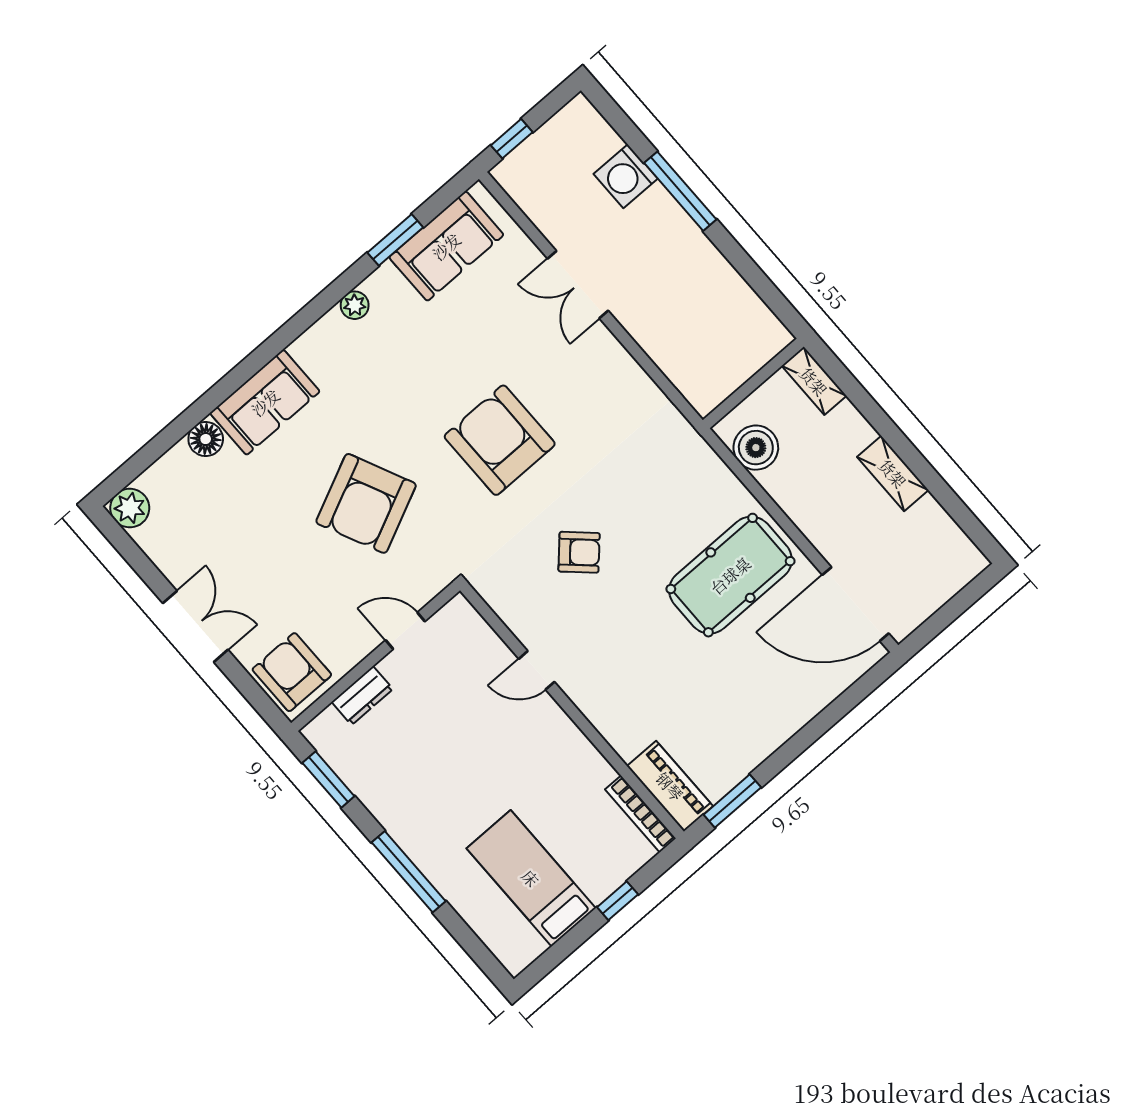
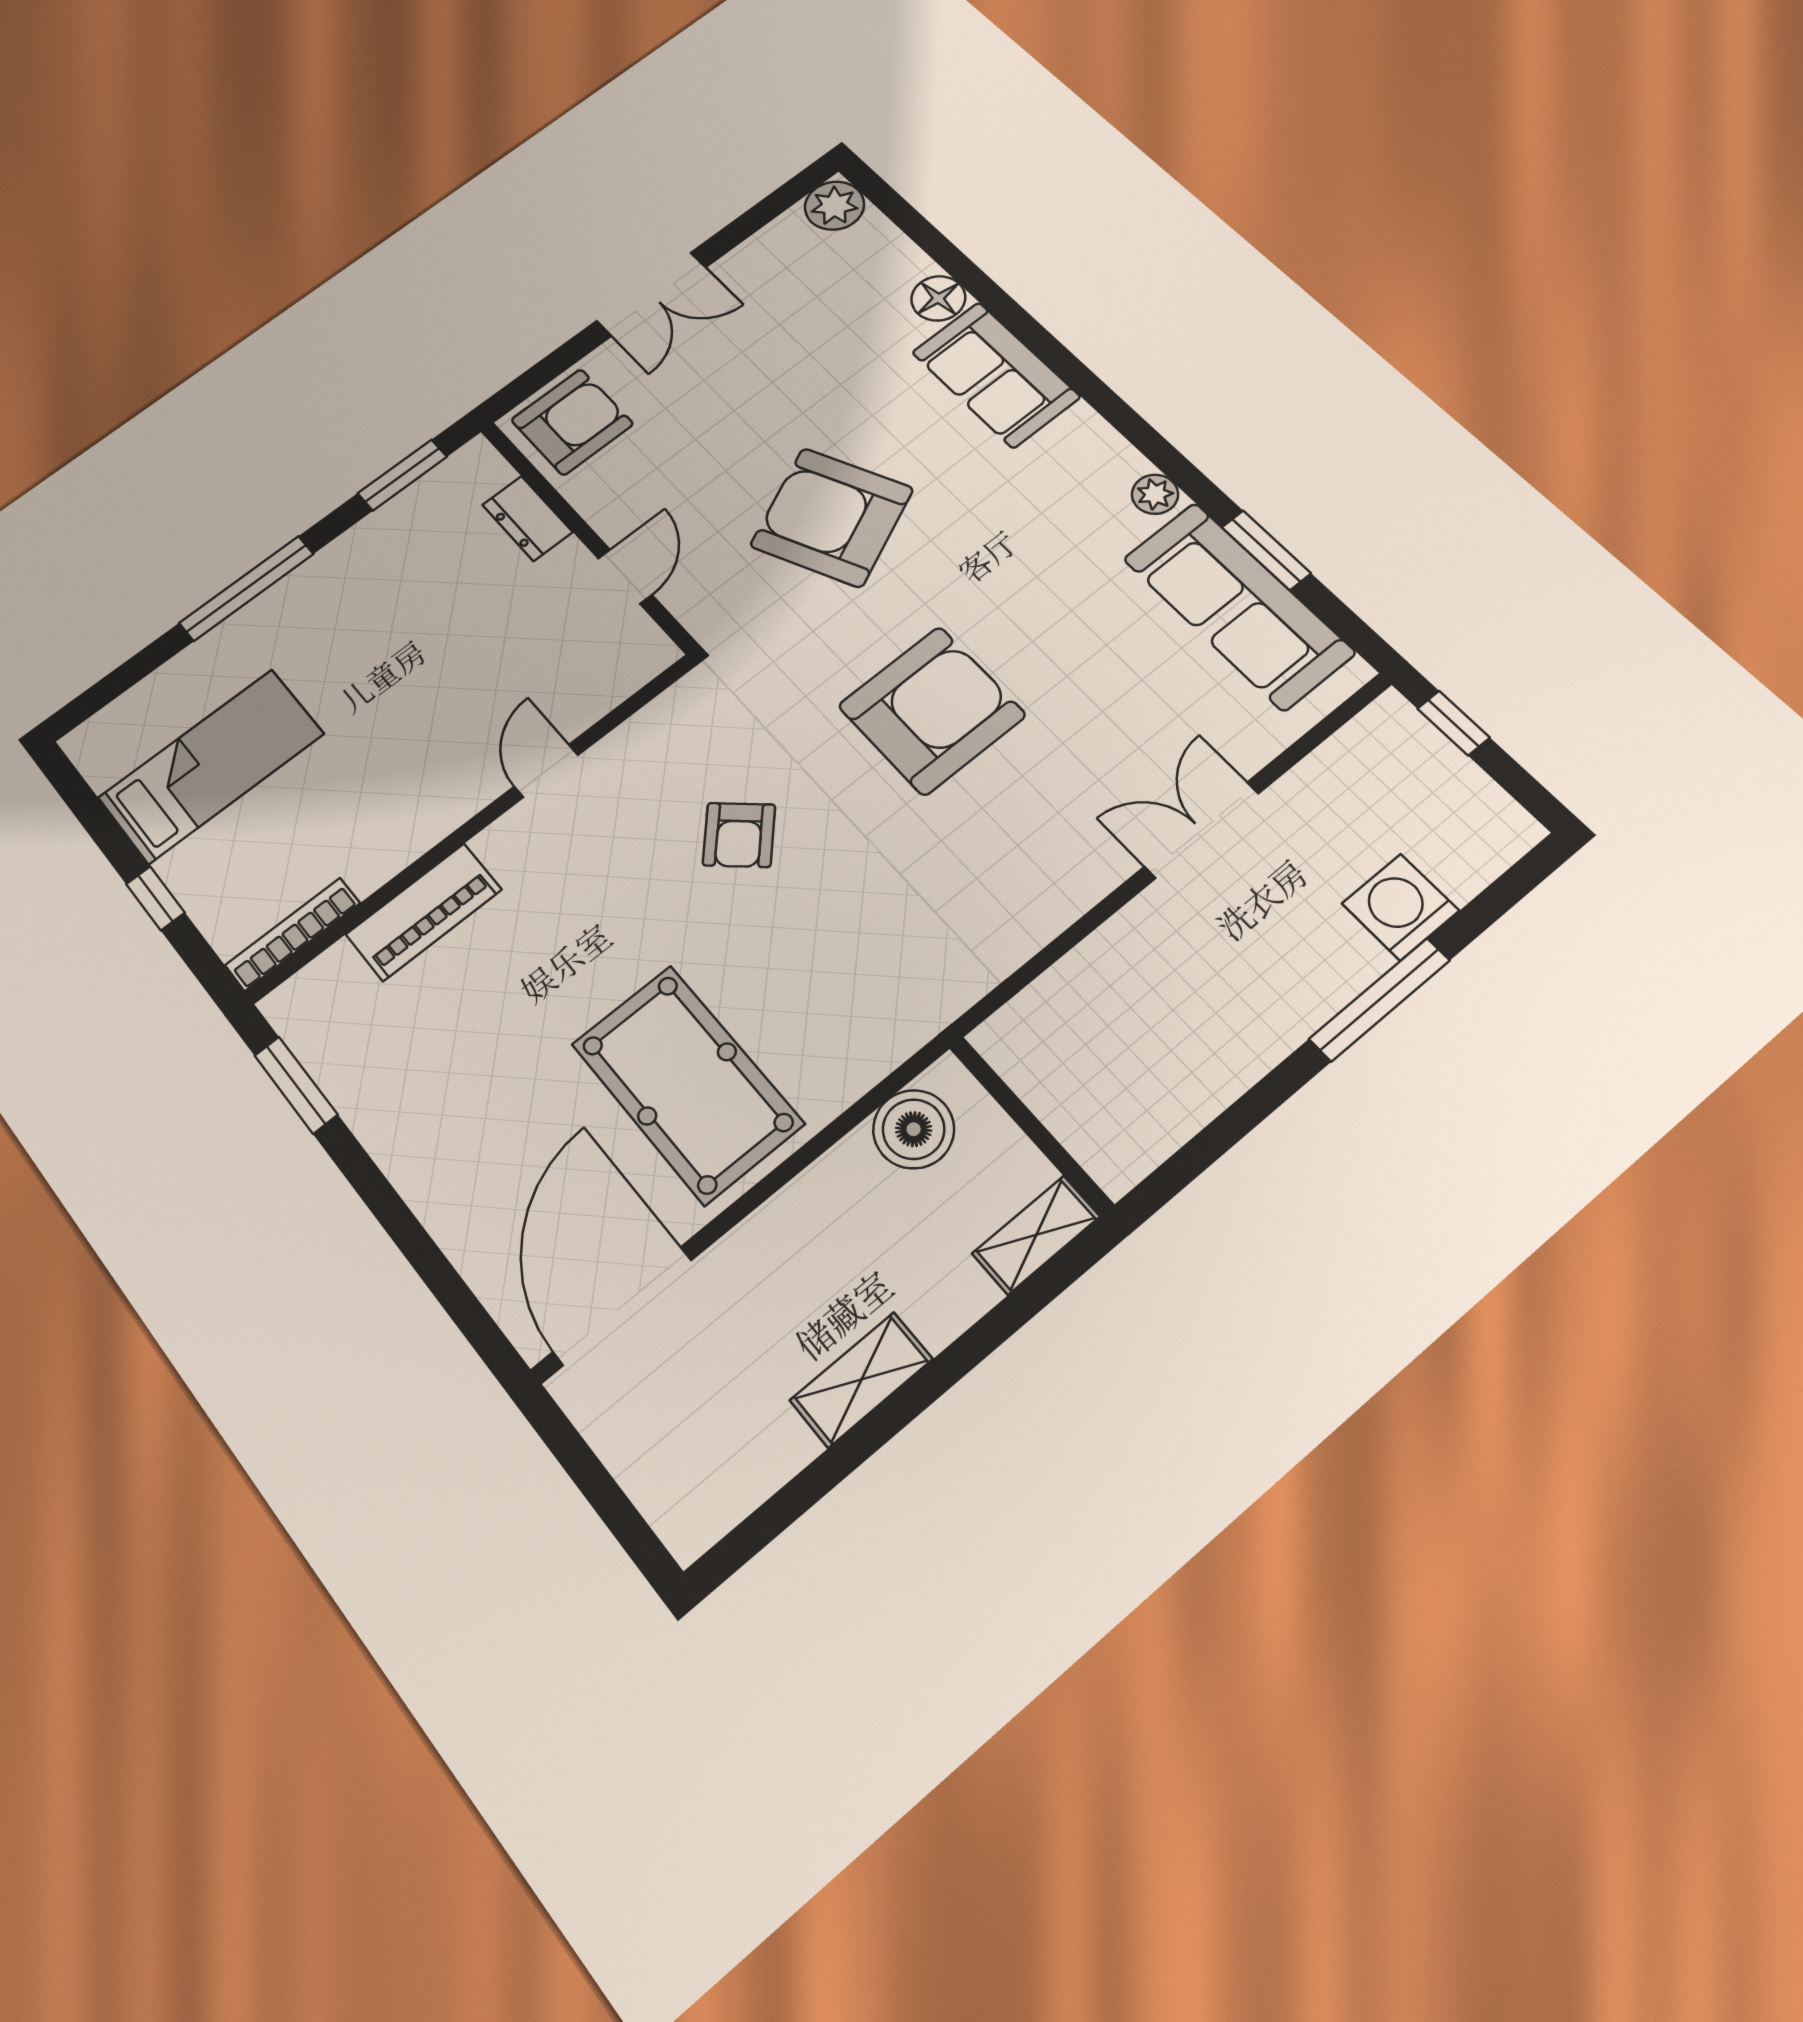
sofa: (446, 246) -> (1238, 605), width x1.36
piano: (670, 786) -> (424, 912), moved

